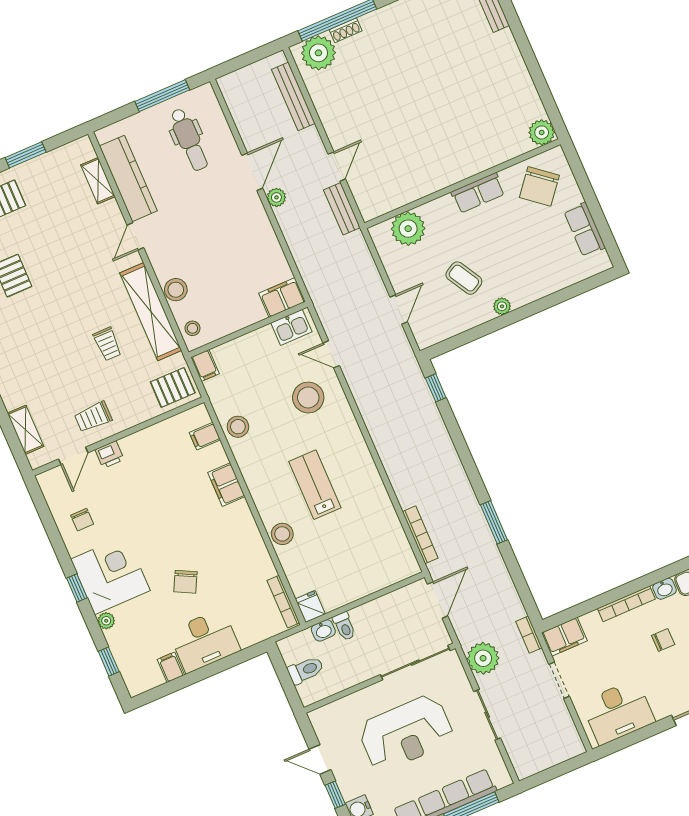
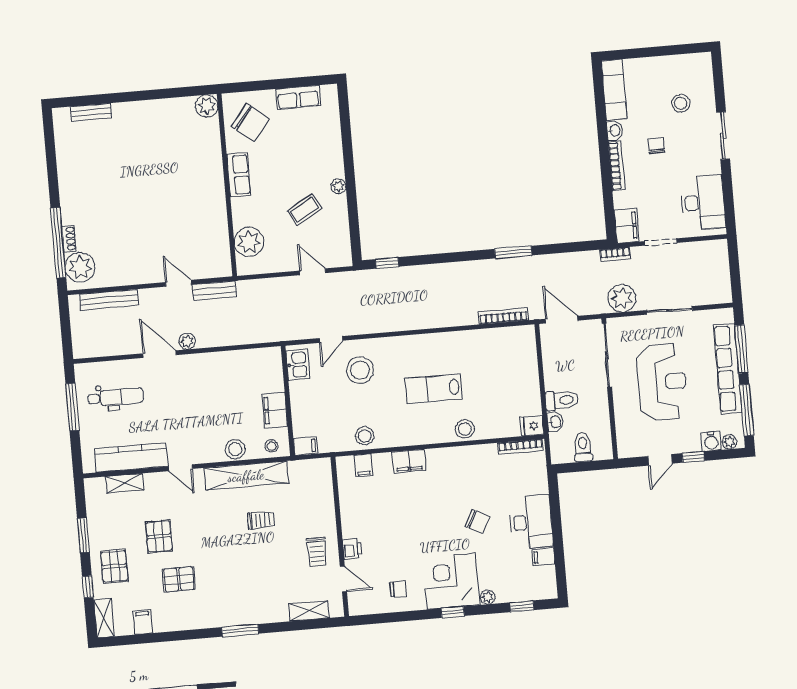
filing cabinet: (282, 297) -> (275, 410), moved
pallet: (173, 387) -> (159, 536), moved
toilet: (344, 626) -> (562, 400), width x1.37, depth x1.39

